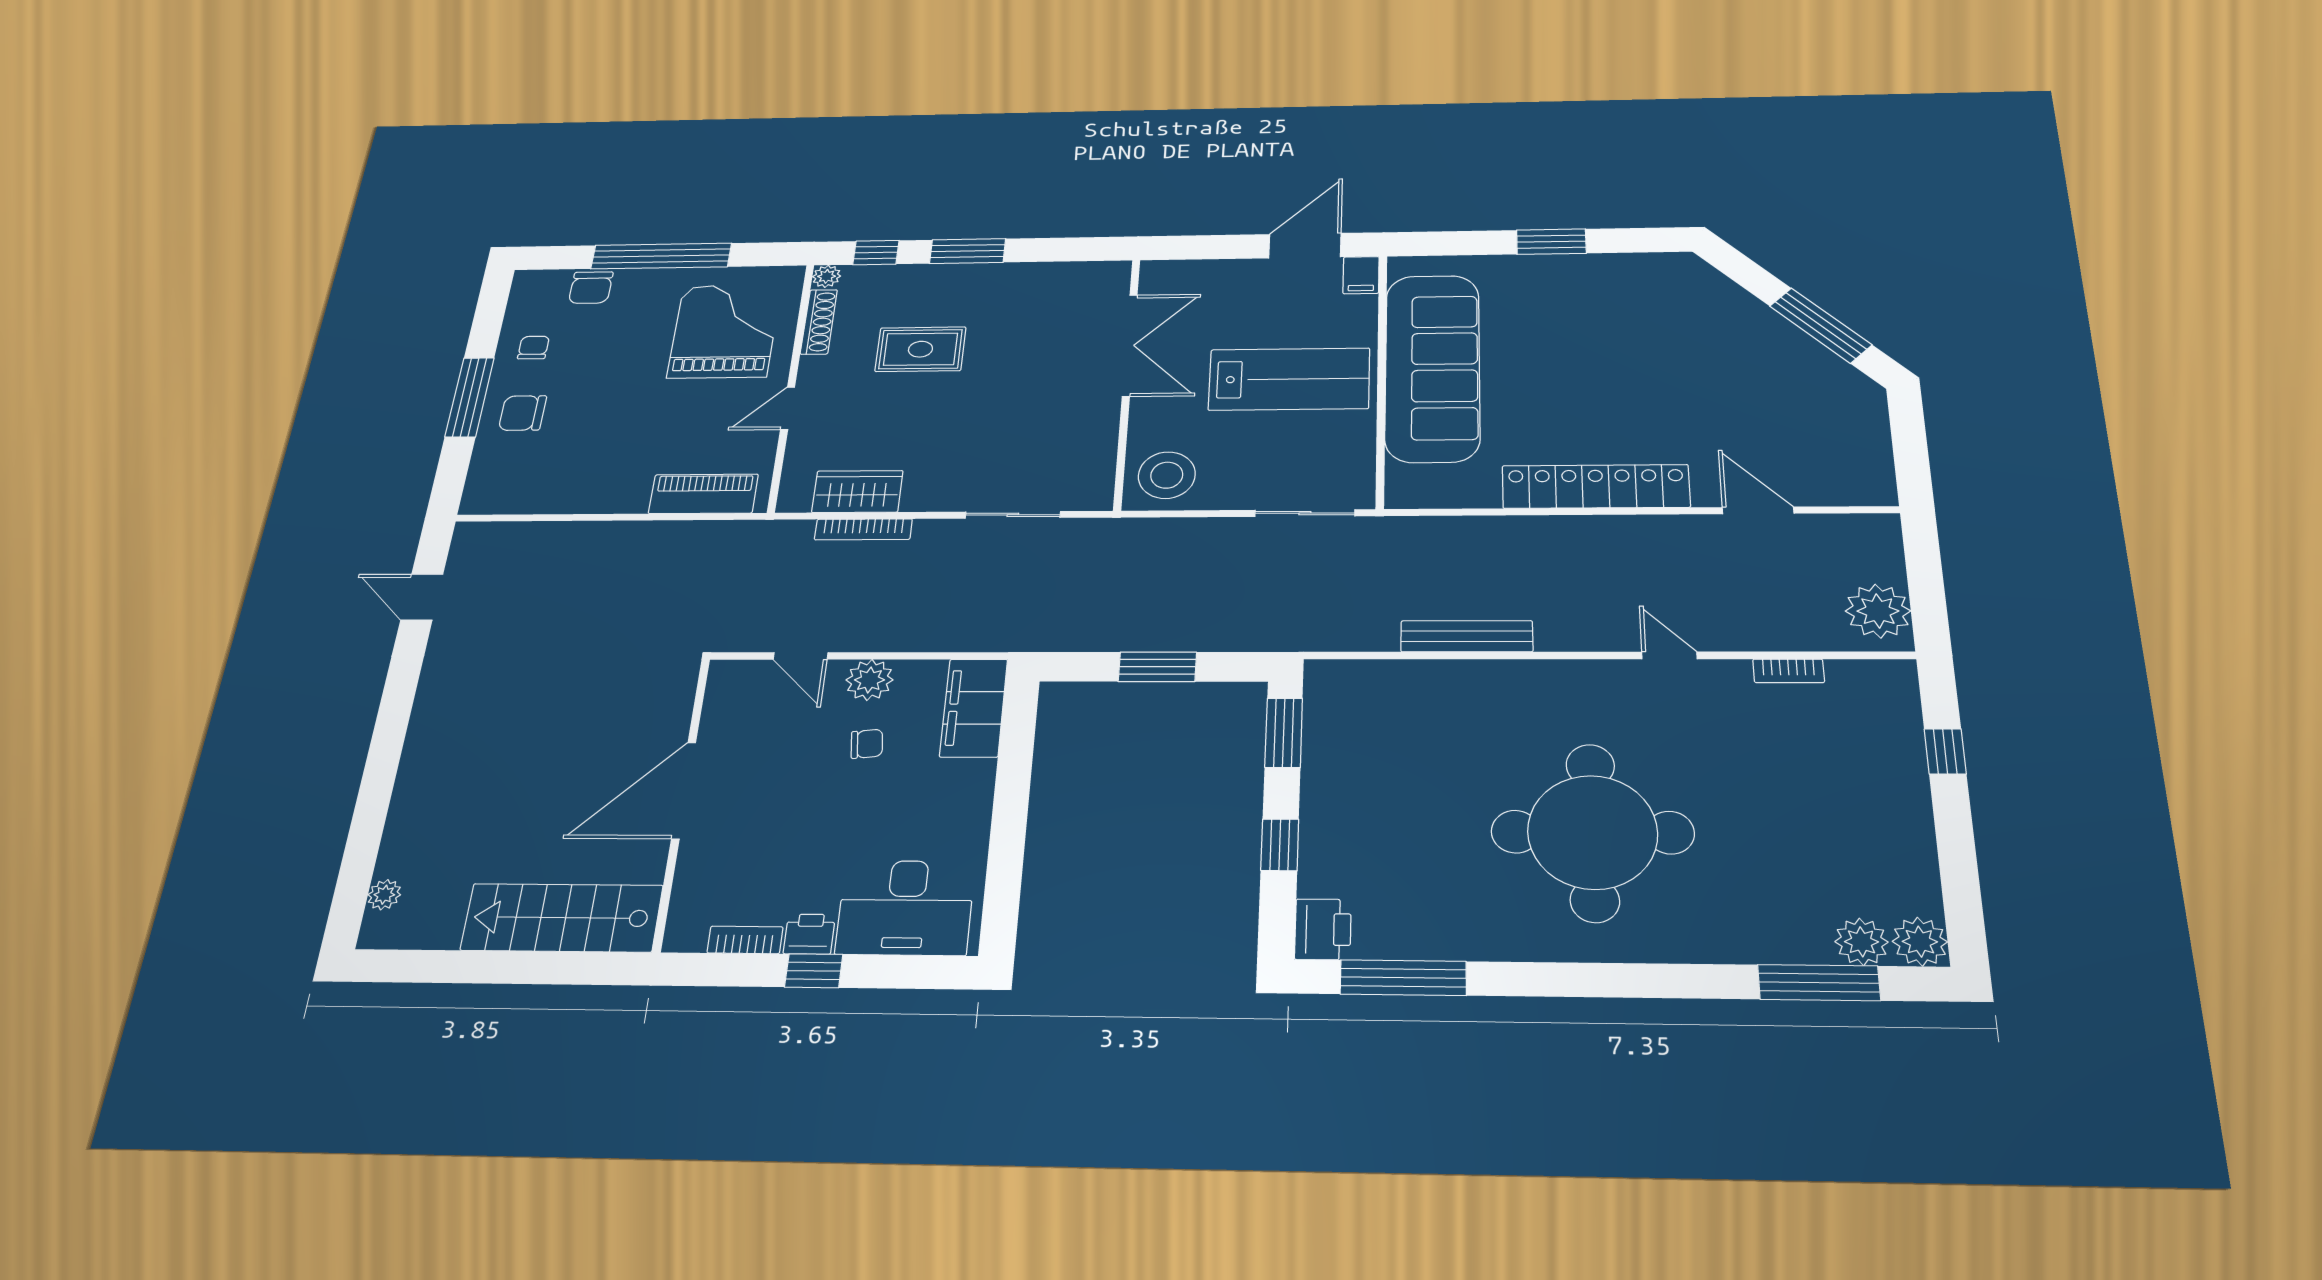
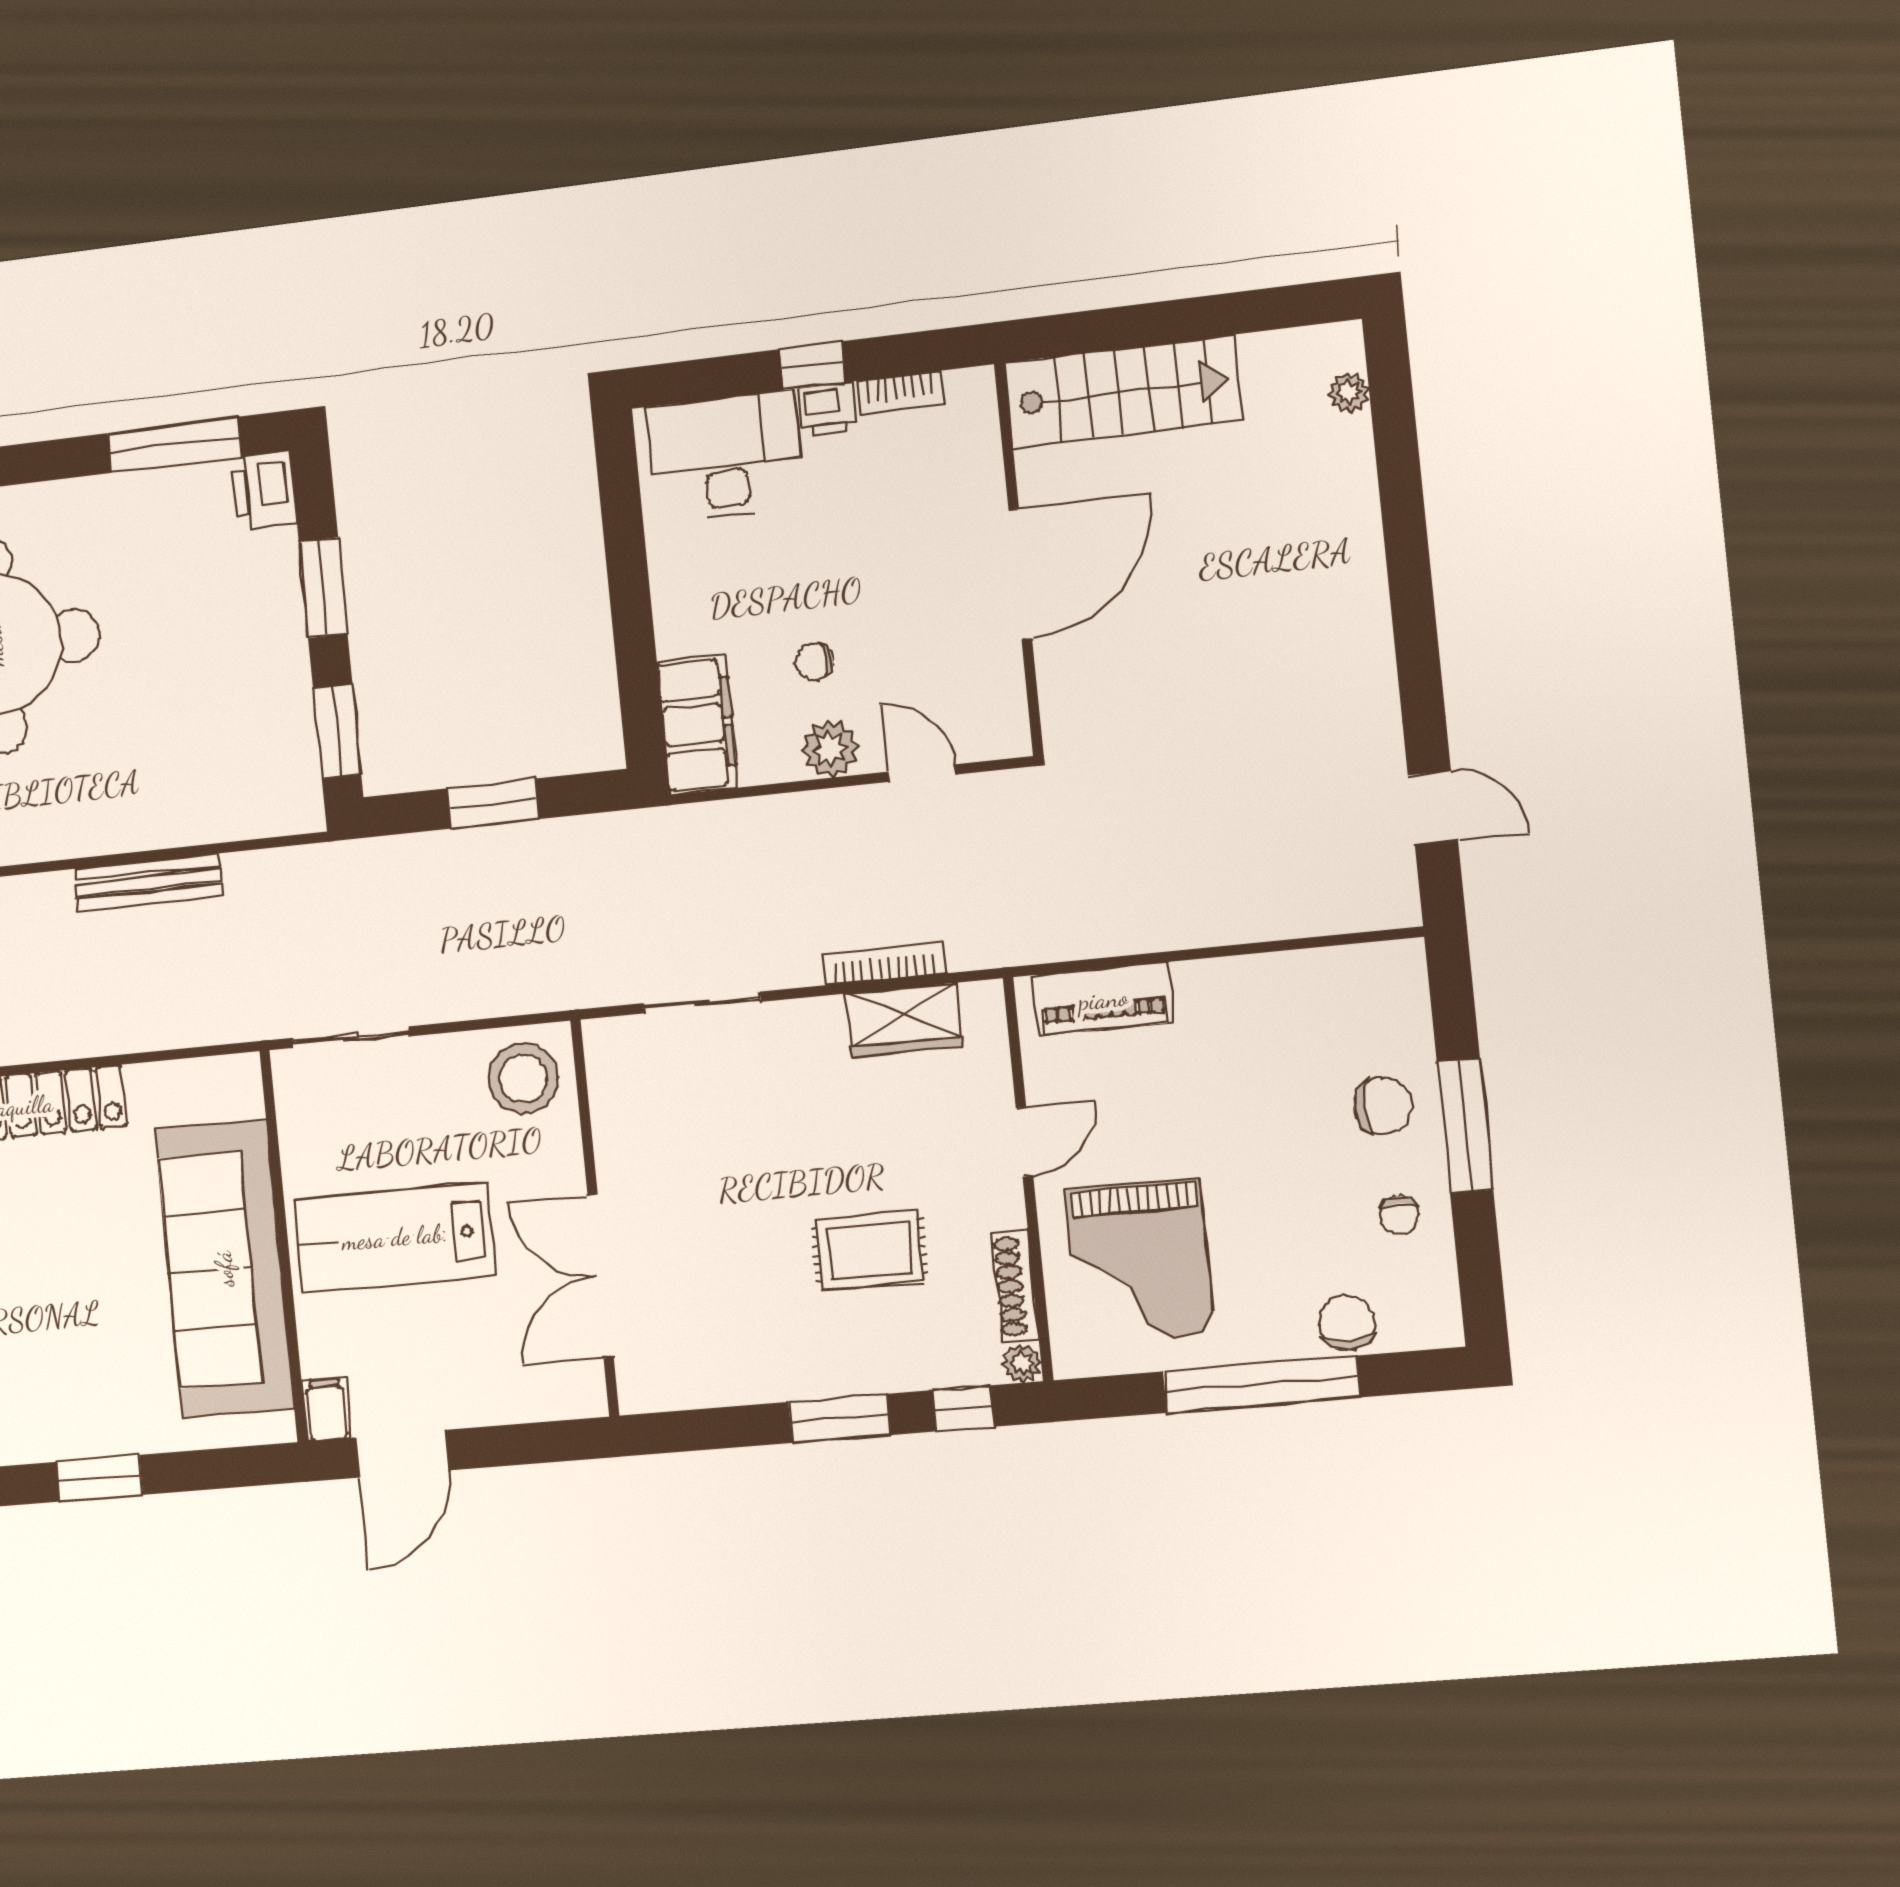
window: (1280, 845) -> (323, 588), width x1.50

